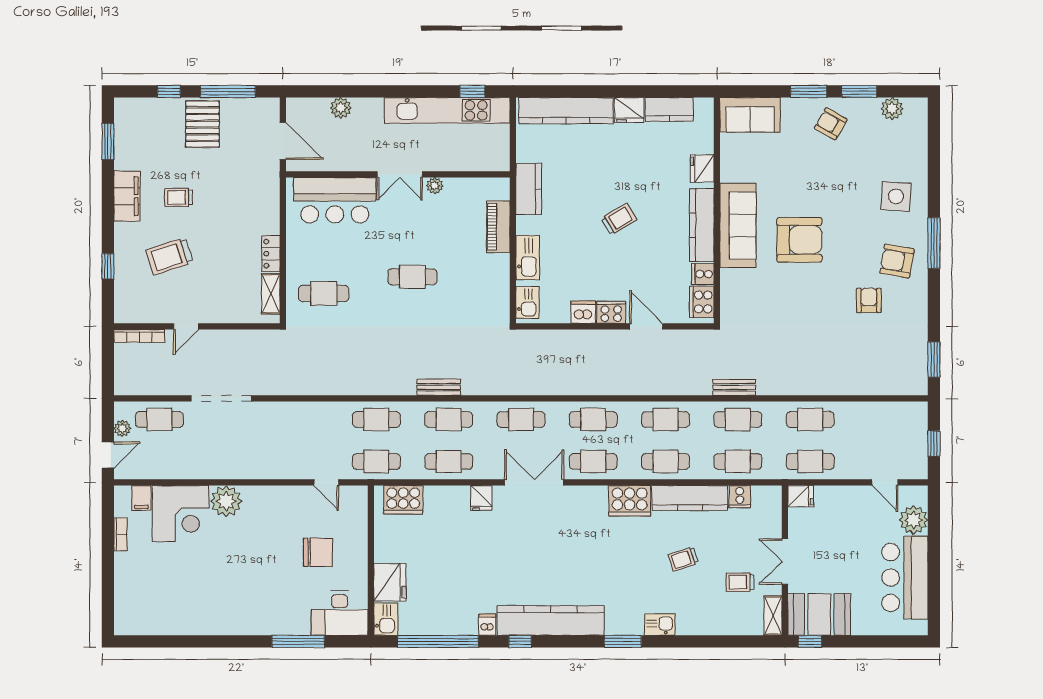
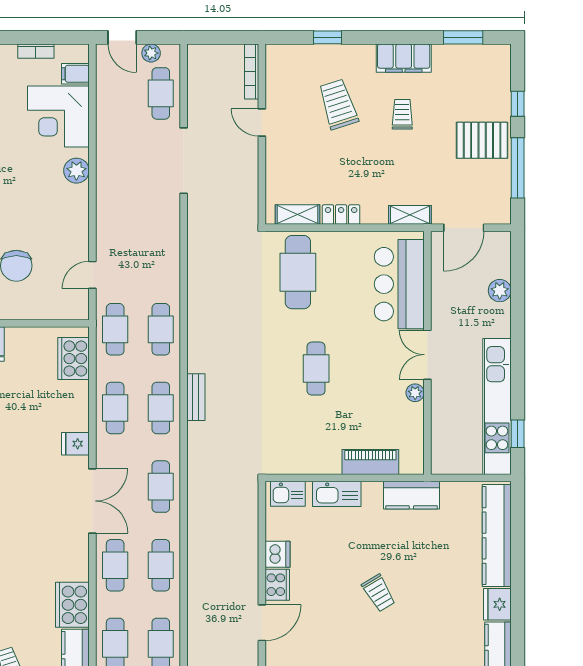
shelving: (271, 190) -> (410, 215), added
cafe table: (324, 293) -> (298, 272), width x1.37, depth x1.35
plant: (226, 501) -> (76, 171), width x0.73, depth x0.73

